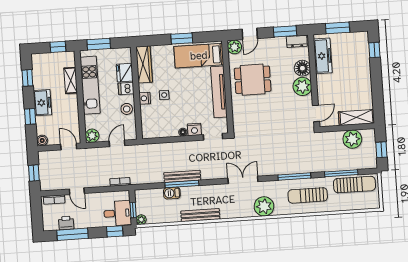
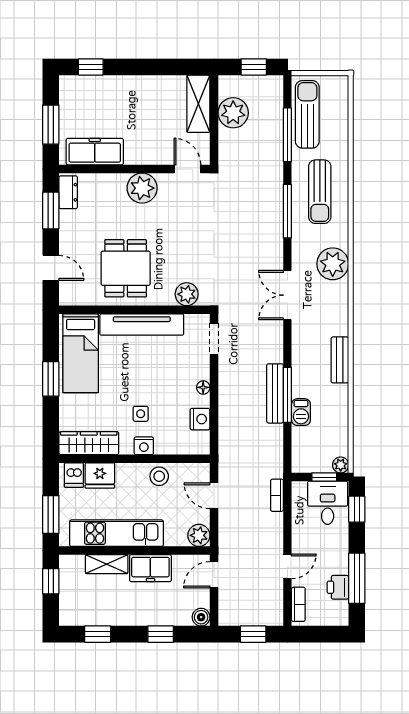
plant: (234, 47) -> (187, 294), moved
floor lamp: (302, 68) -> (112, 186), removed
dishwasher: (126, 88) -> (74, 475), moved
freezer: (42, 103) -> (150, 568), moved, turned 180
nightstand: (194, 129) -> (200, 419), moved
bench: (200, 215) -> (340, 360), width x0.73

